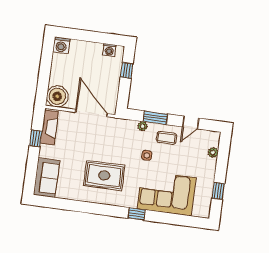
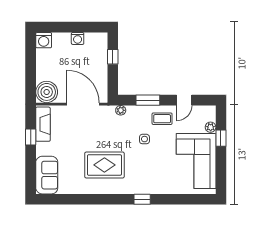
washing machine: (109, 50) -> (78, 38), moved
plant: (143, 126) -> (121, 110), moved
window: (218, 191) -> (221, 138), moved
corner sofa: (167, 193) -> (196, 161), moved, turned -90

